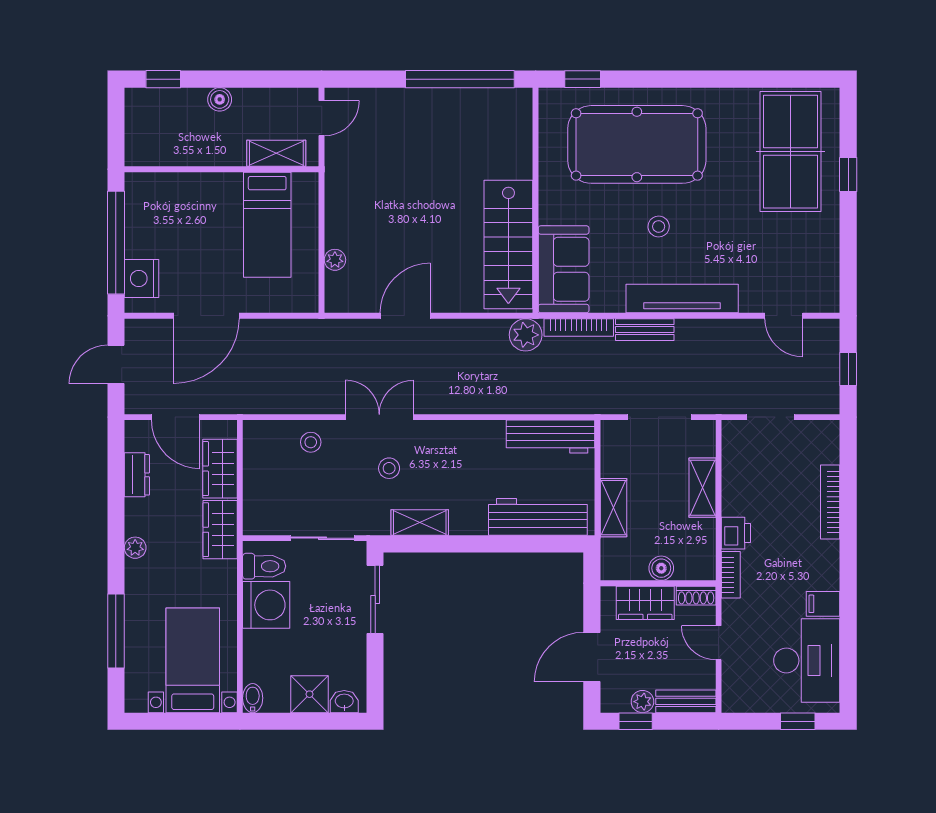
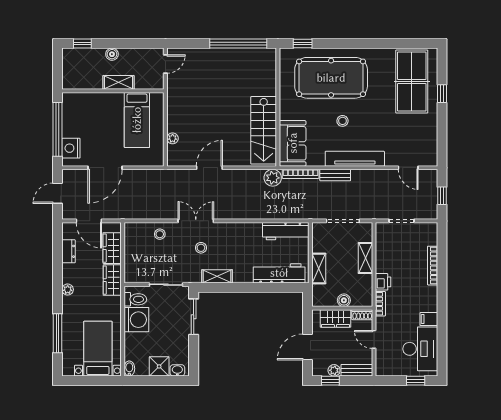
shelving: (276, 153) -> (118, 82), moved

